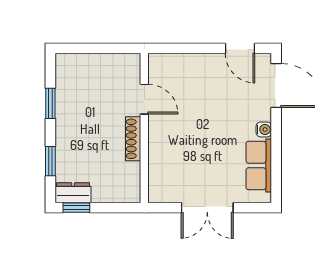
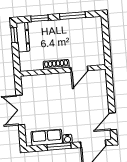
window: (50, 103) -> (73, 16), width x1.50
window: (276, 145) -> (59, 146), added
dresser: (73, 193) -> (23, 37), width x1.44

